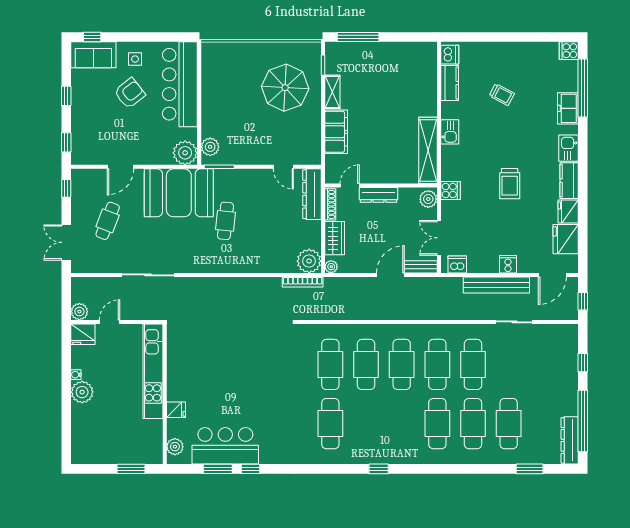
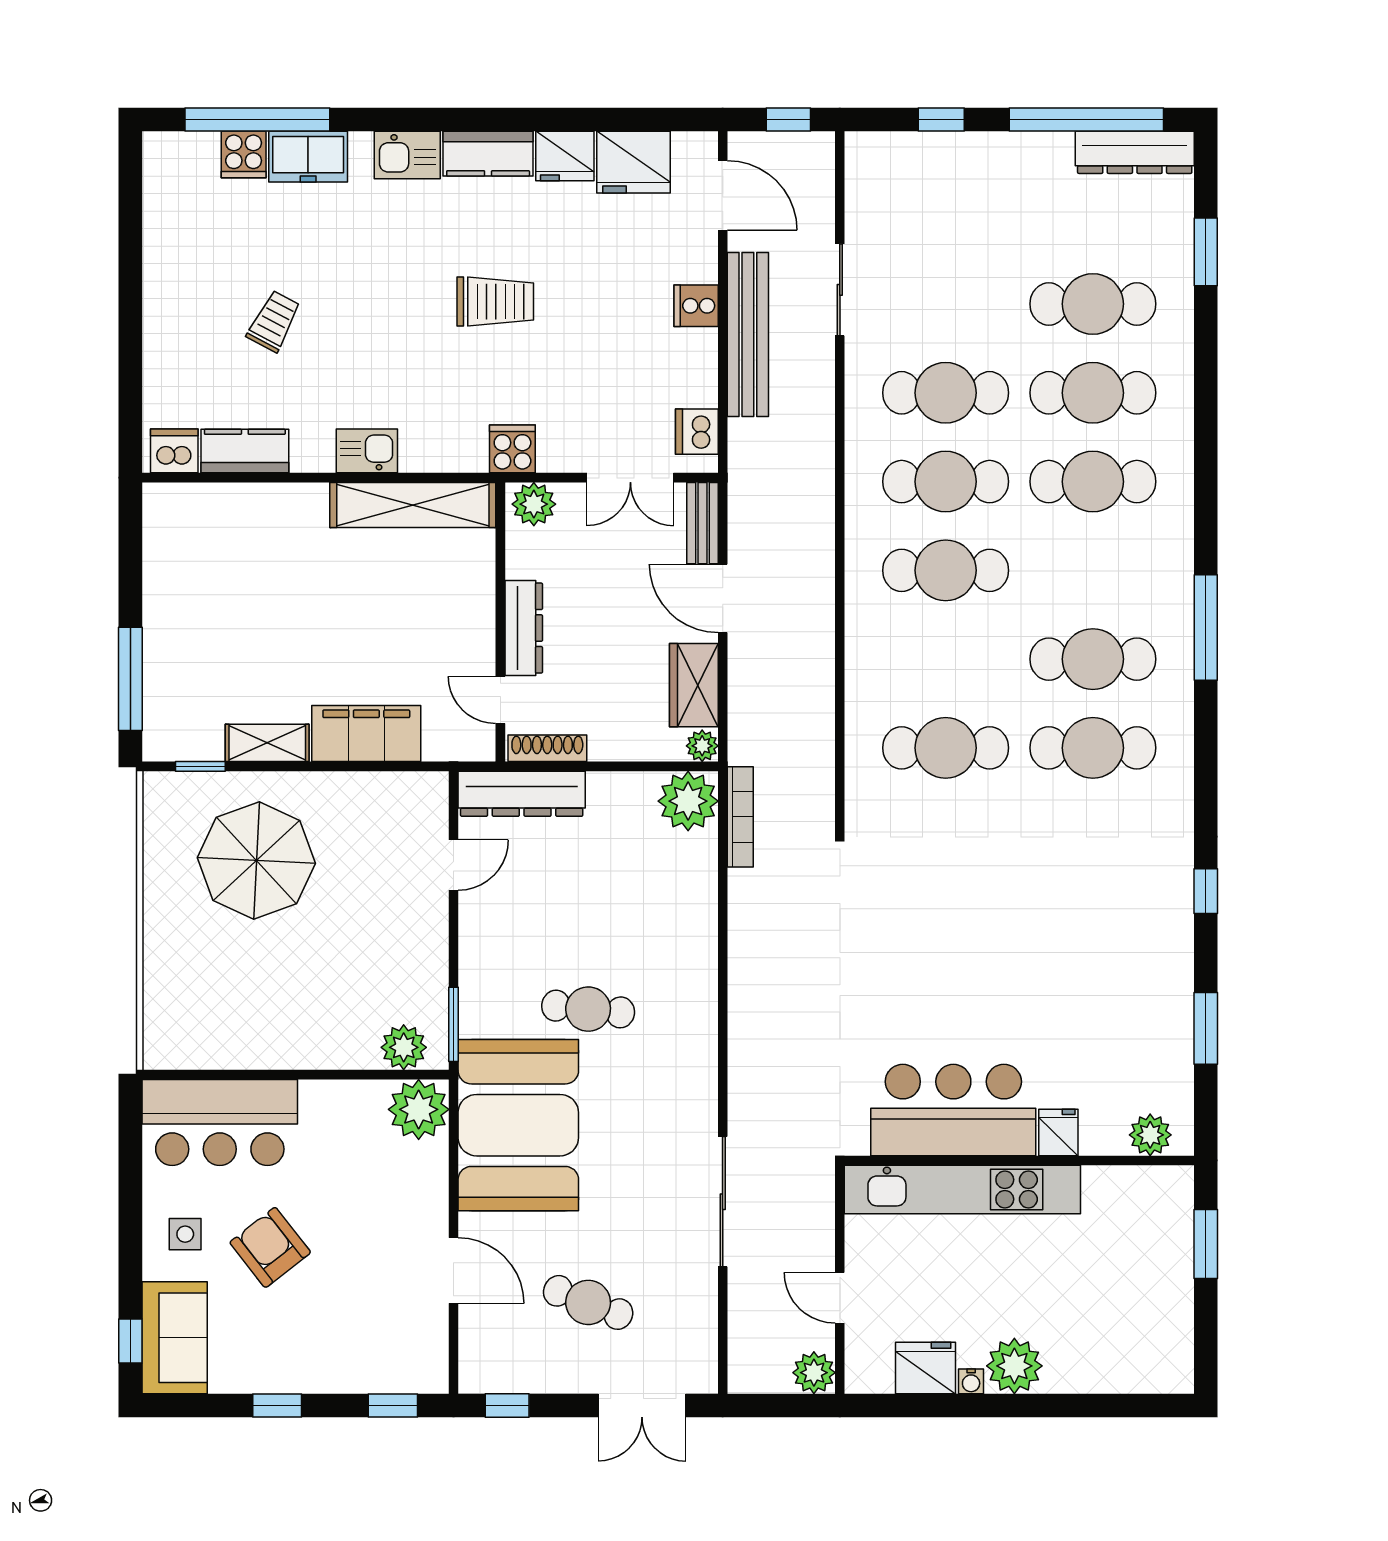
cooker: (569, 51) -> (244, 155), moved
bar counter: (180, 84) -> (220, 1122), width x0.73
wardrobe: (335, 238) -> (694, 685), moved, turned -90
fridge: (83, 334) -> (926, 1368), moved, turned -90
cafe table: (366, 364) -> (1093, 659), moved
bar counter: (225, 446) -> (953, 1110), moved, turned 90
window: (250, 469) -> (1206, 891), moved
window: (379, 469) -> (1206, 628), width x2.17

